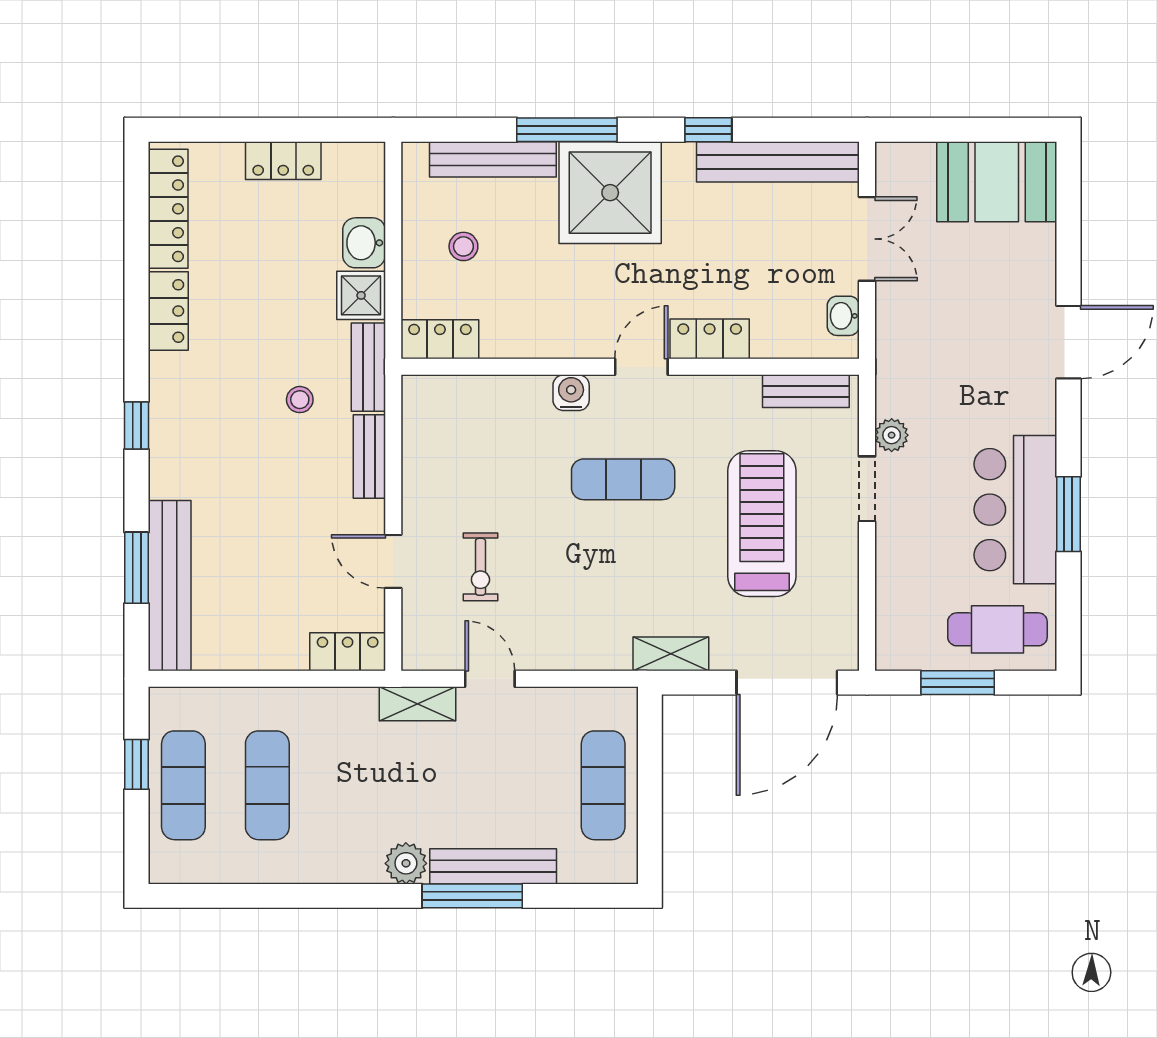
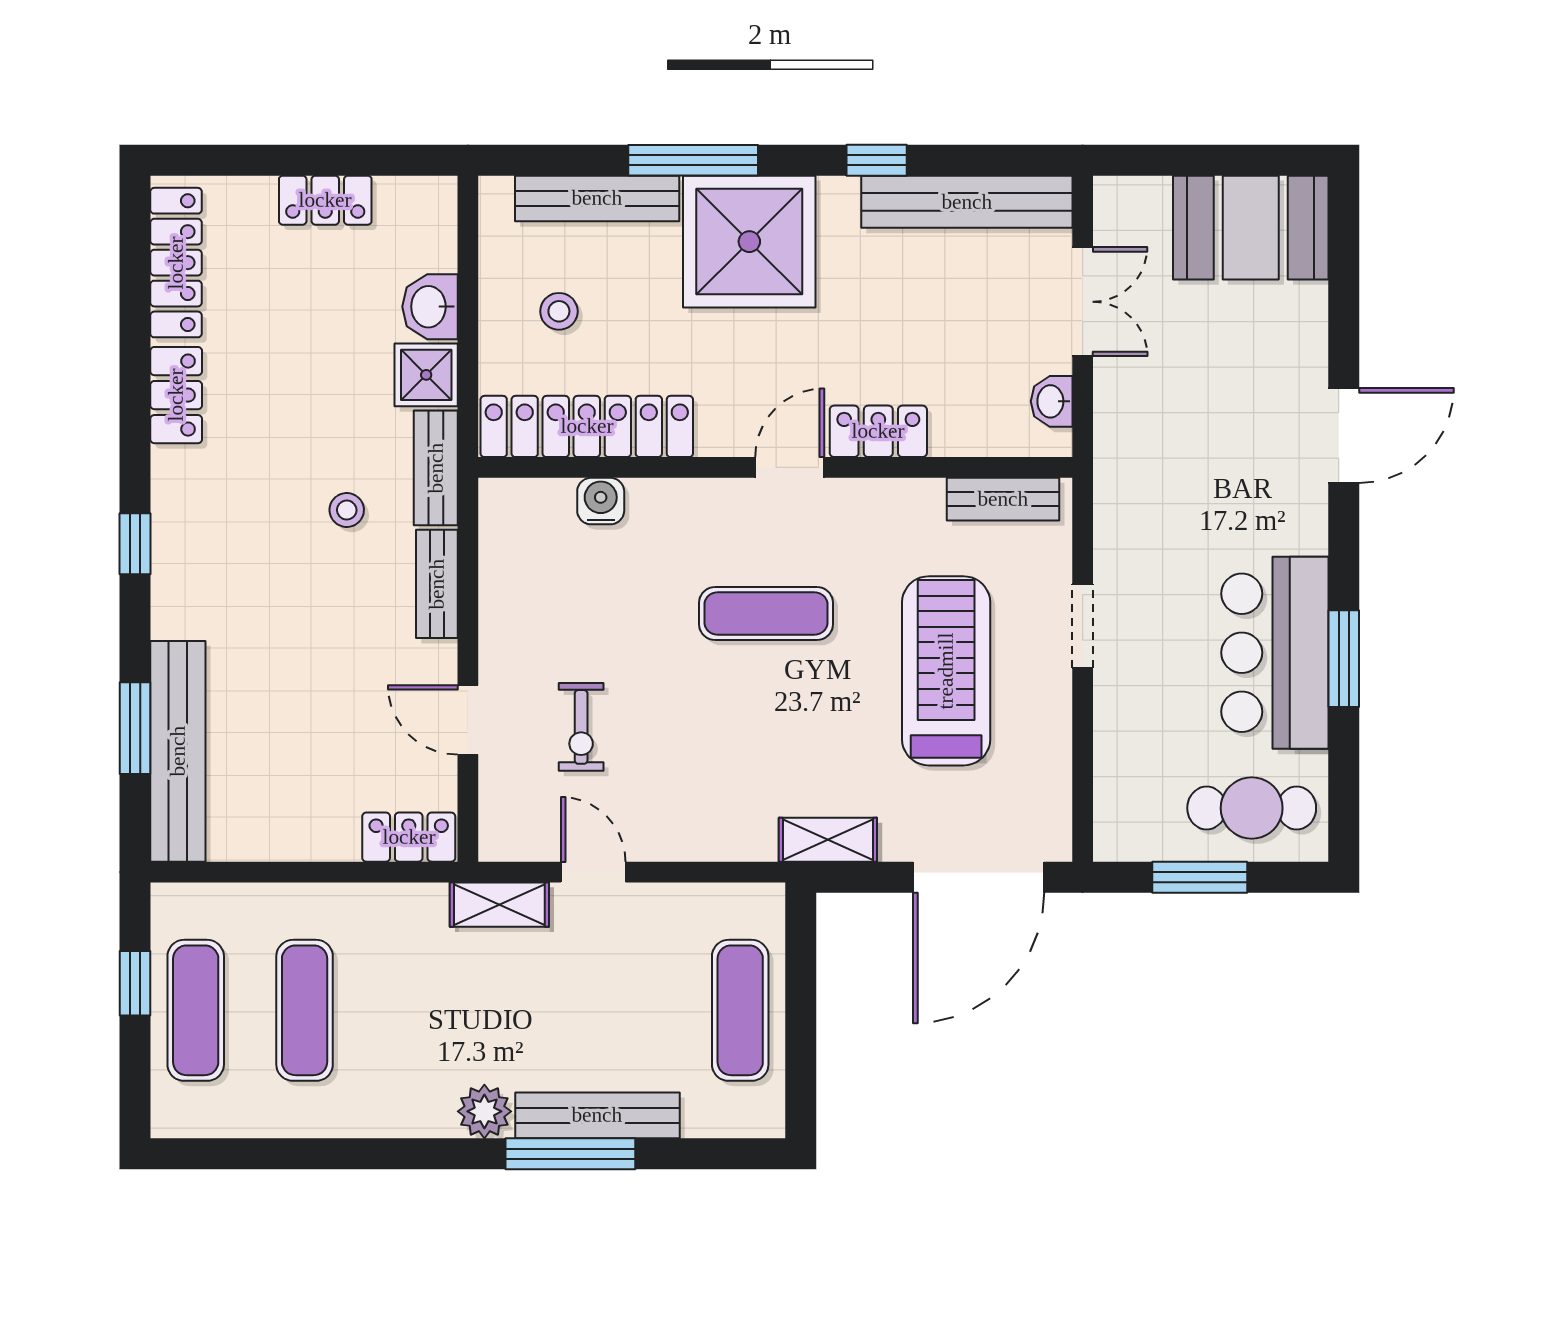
locker: (440, 339) -> (587, 426), width x2.16, depth x1.21
water cooler: (571, 393) -> (601, 501), moved
plant: (892, 435) -> (1114, 556), removed

